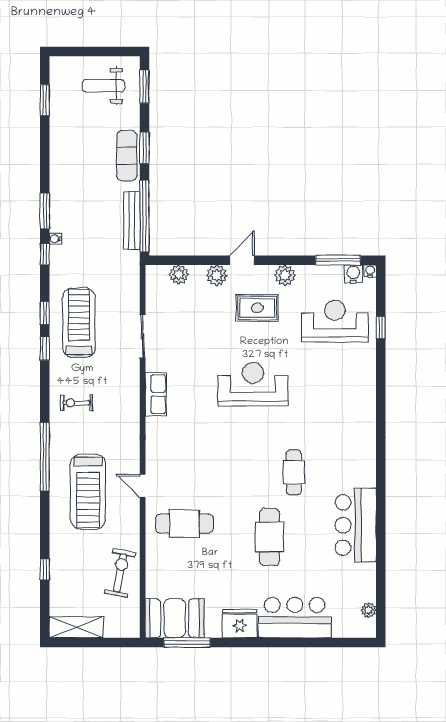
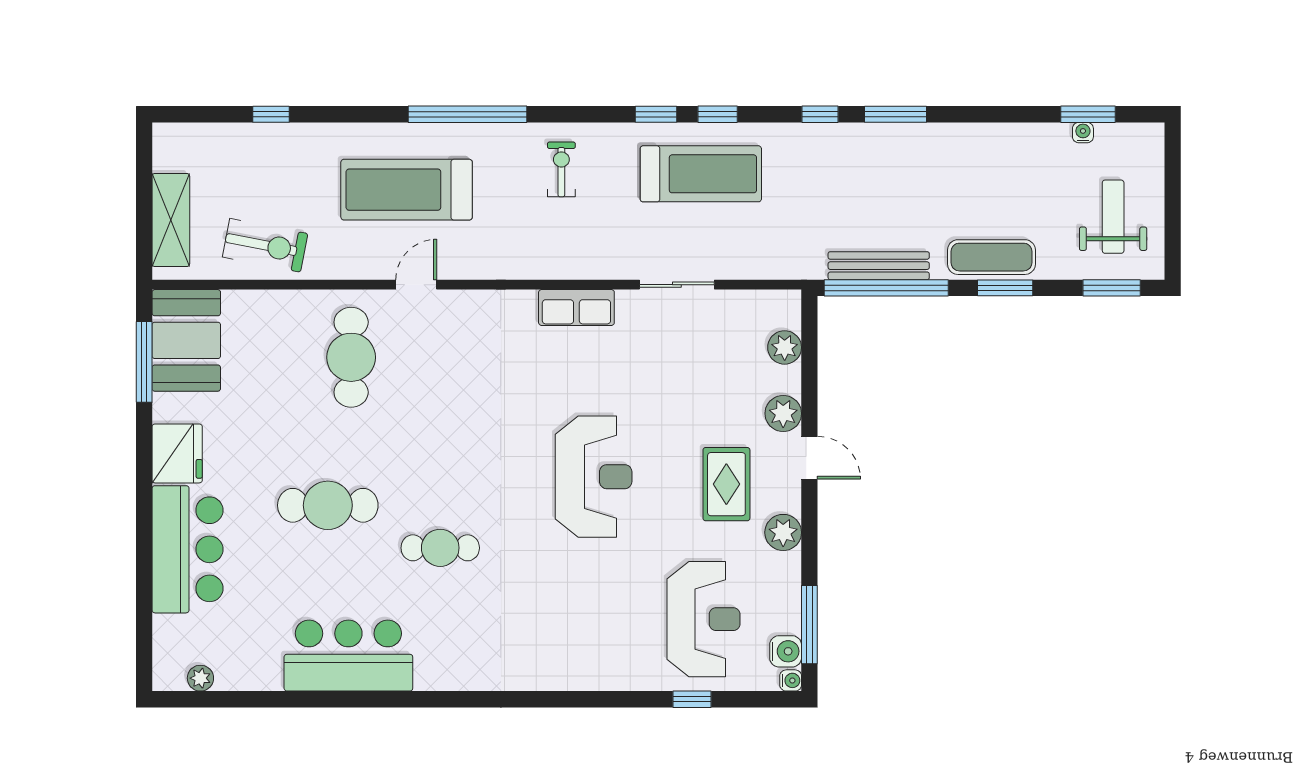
water cooler: (55, 239) -> (1083, 133), moved
shelving: (76, 627) -> (171, 220), moved

